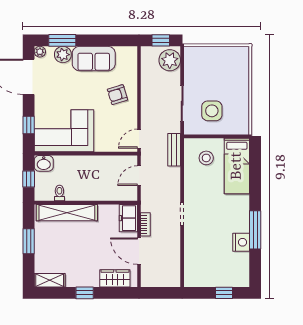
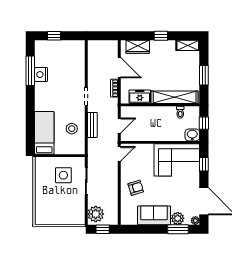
bench: (174, 150) -> (92, 125), moved
stool: (206, 158) -> (72, 129), moved
freezer: (128, 218) -> (140, 97), moved, turned -90
window: (255, 230) -> (30, 71), moved

